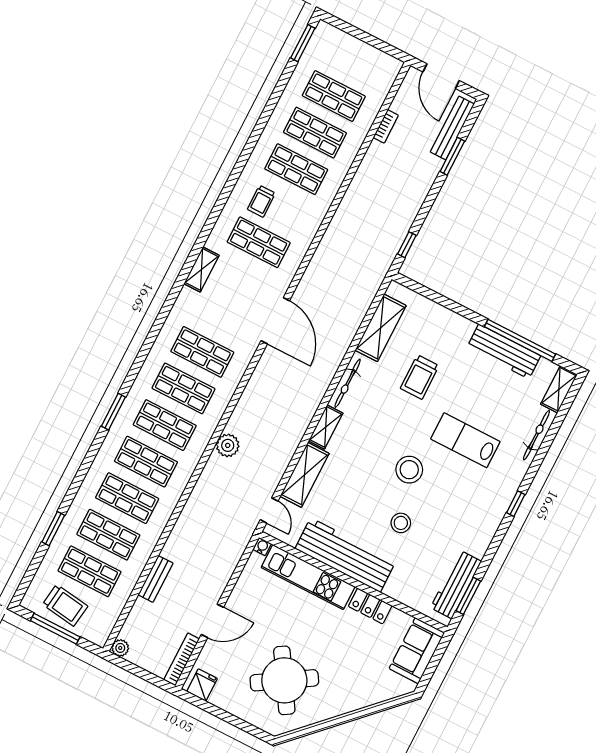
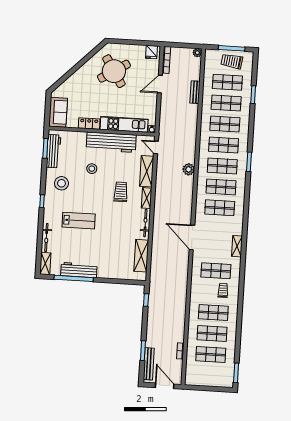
trolley: (420, 377) -> (121, 192), moved
stool: (409, 470) -> (61, 183), moved

